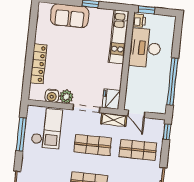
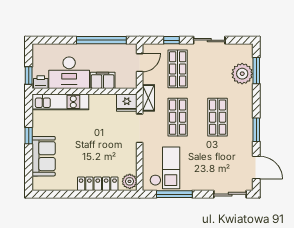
filing cabinet: (135, 79) -> (103, 80), added
water cooler: (52, 96) -> (130, 166), removed
plant: (66, 97) -> (130, 181), moved
door: (136, 114) -> (140, 63), moved
checkout: (47, 128) -> (165, 168), turned 90
window: (167, 132) -> (171, 40), moved

